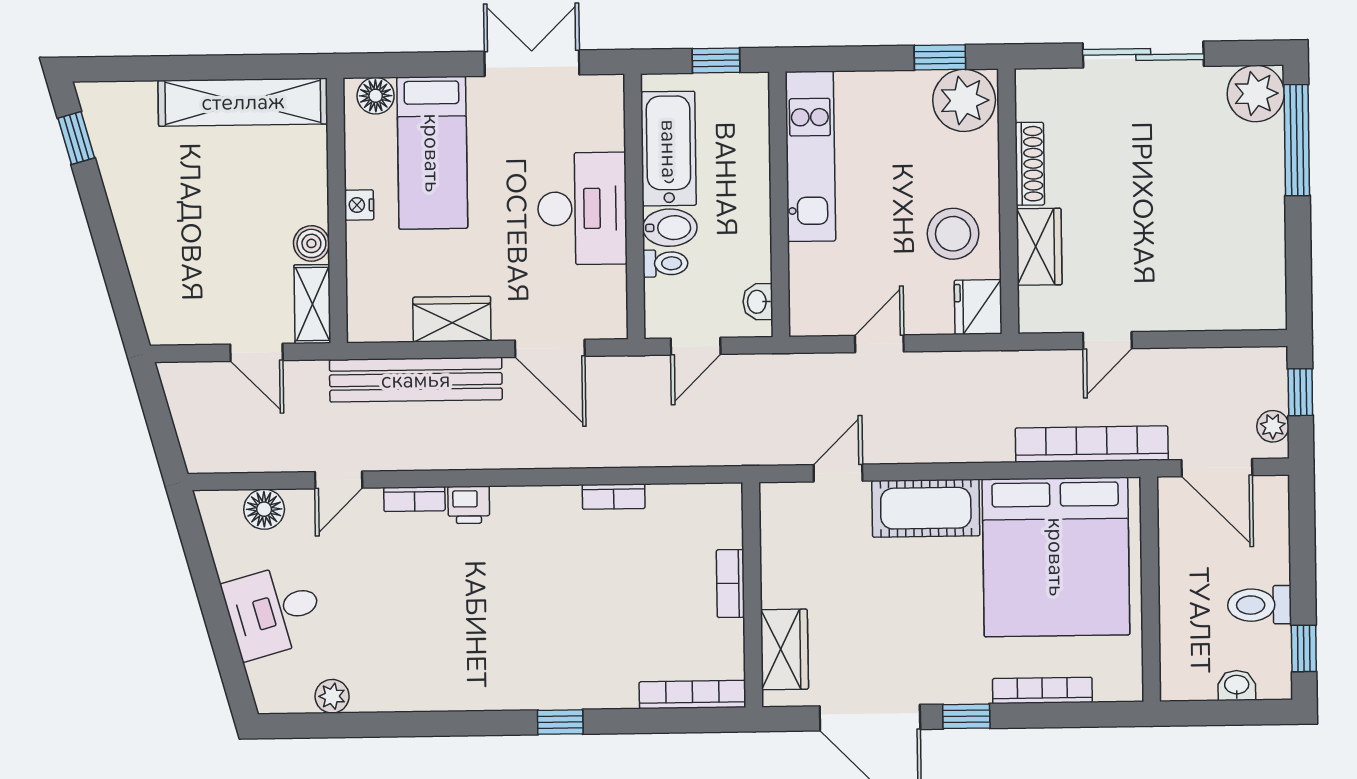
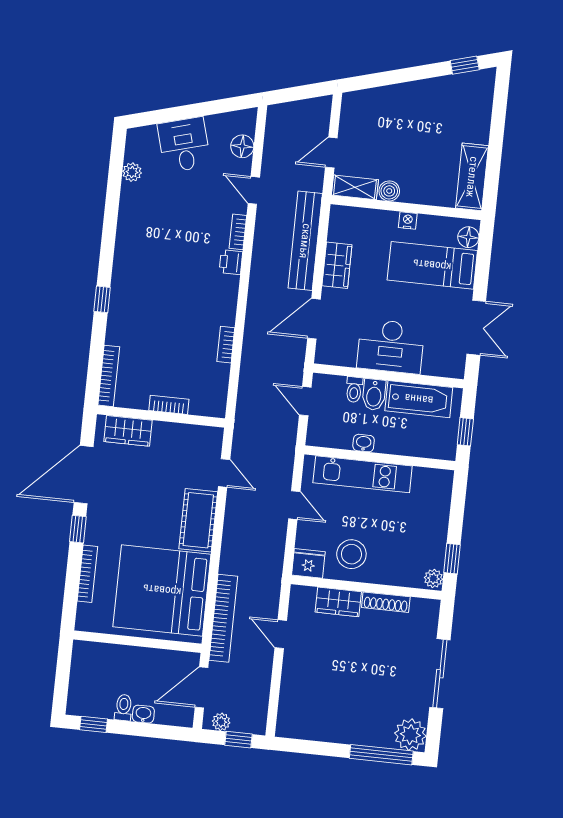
plant: (964, 100) -> (433, 578), width x0.53, depth x0.53
shelving: (243, 102) -> (472, 177), width x0.68
kitchen unit: (810, 156) -> (363, 474), moved
washbasin: (758, 302) -> (364, 443), moved
toilet: (1259, 605) -> (123, 708), width x0.73, depth x0.72
washbasin: (1237, 685) -> (143, 714), moved, turned -90

